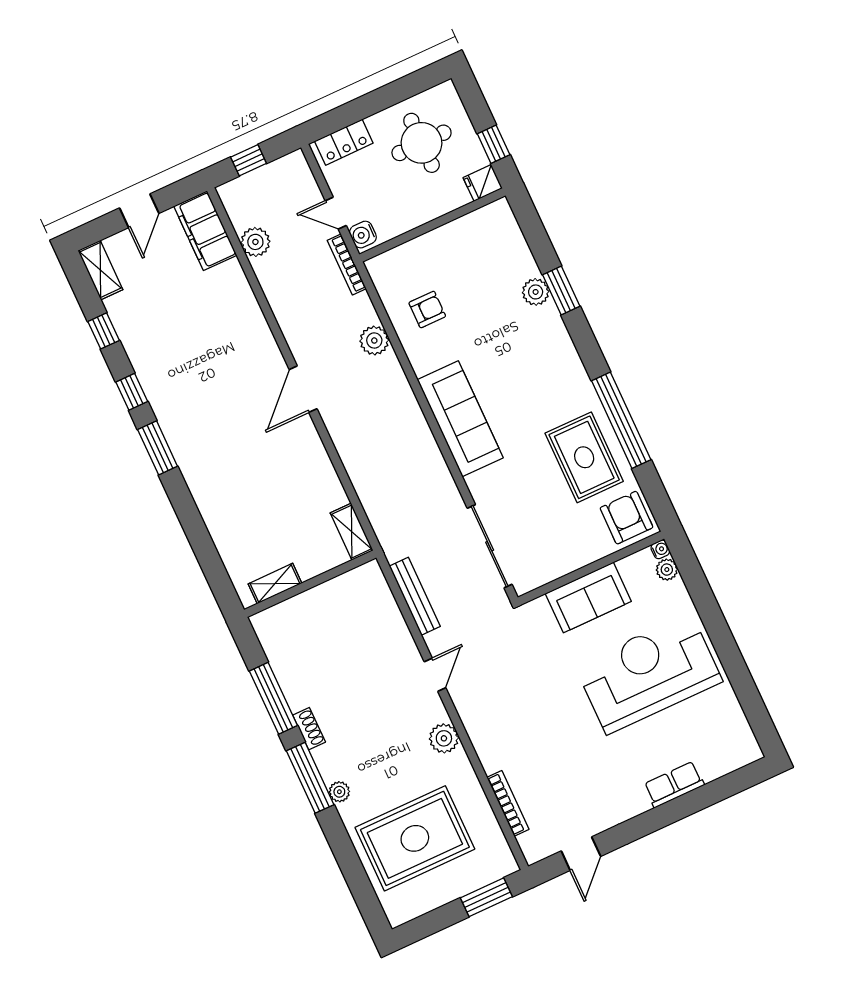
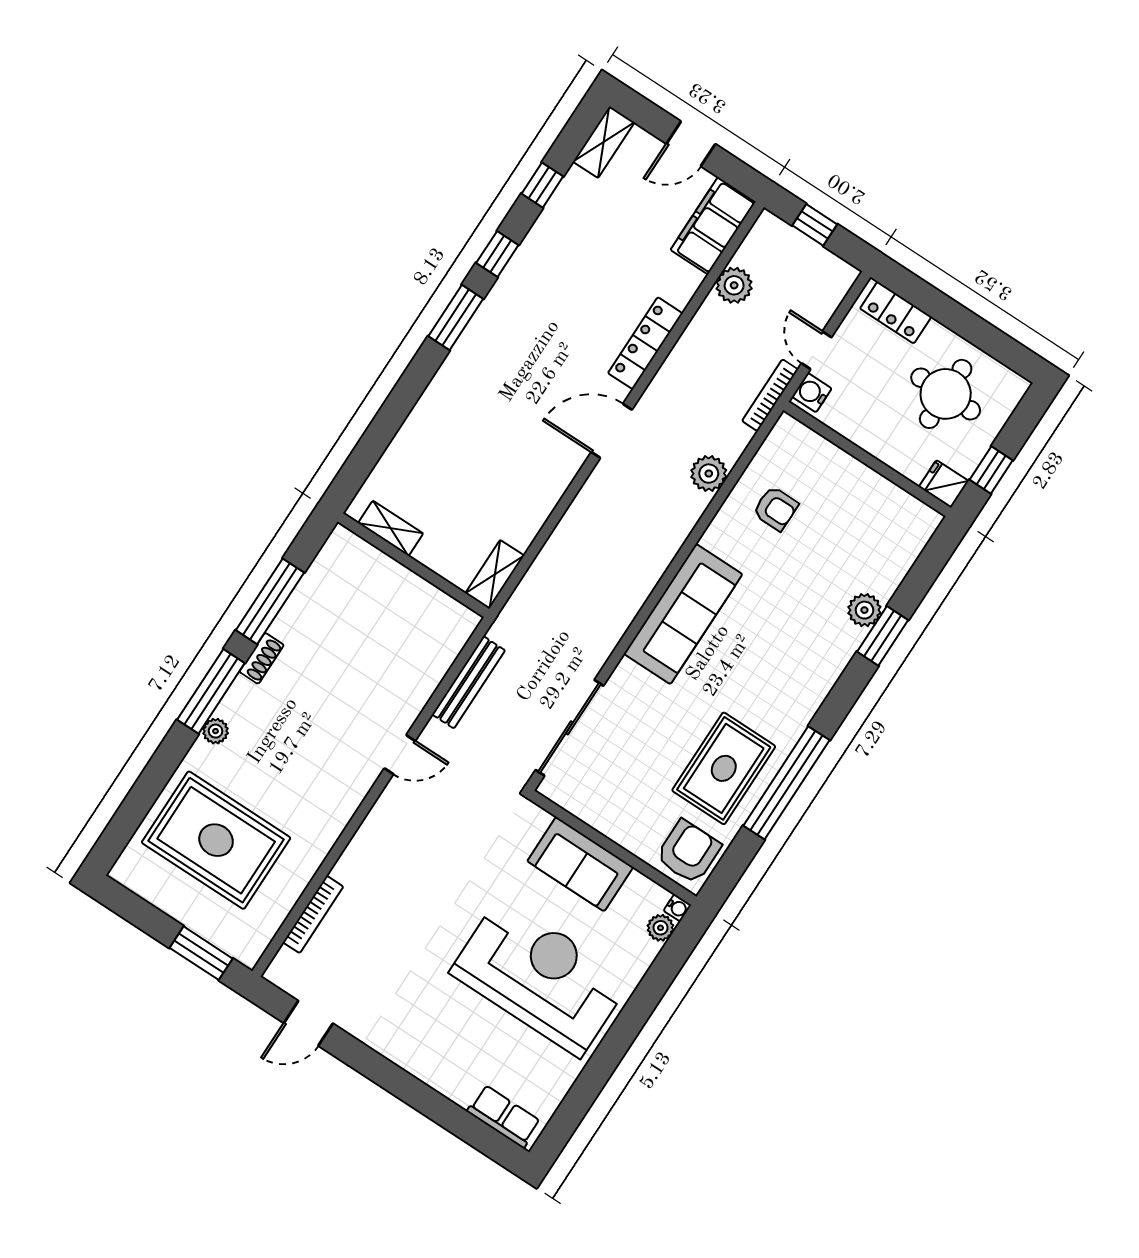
locker: (257, 328) -> (645, 343), added
plant: (444, 738) -> (339, 805), removed
row of seats: (674, 785) -> (504, 1116), moved

